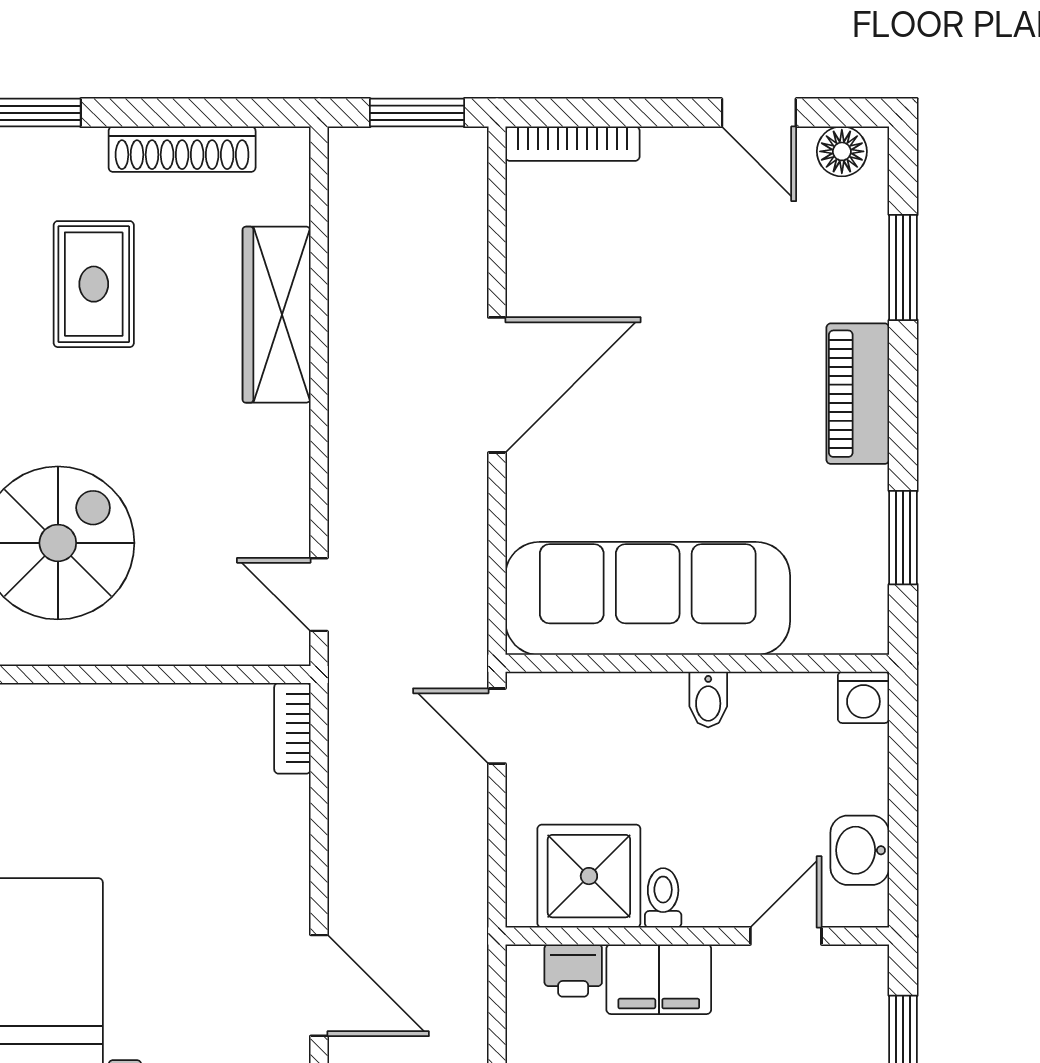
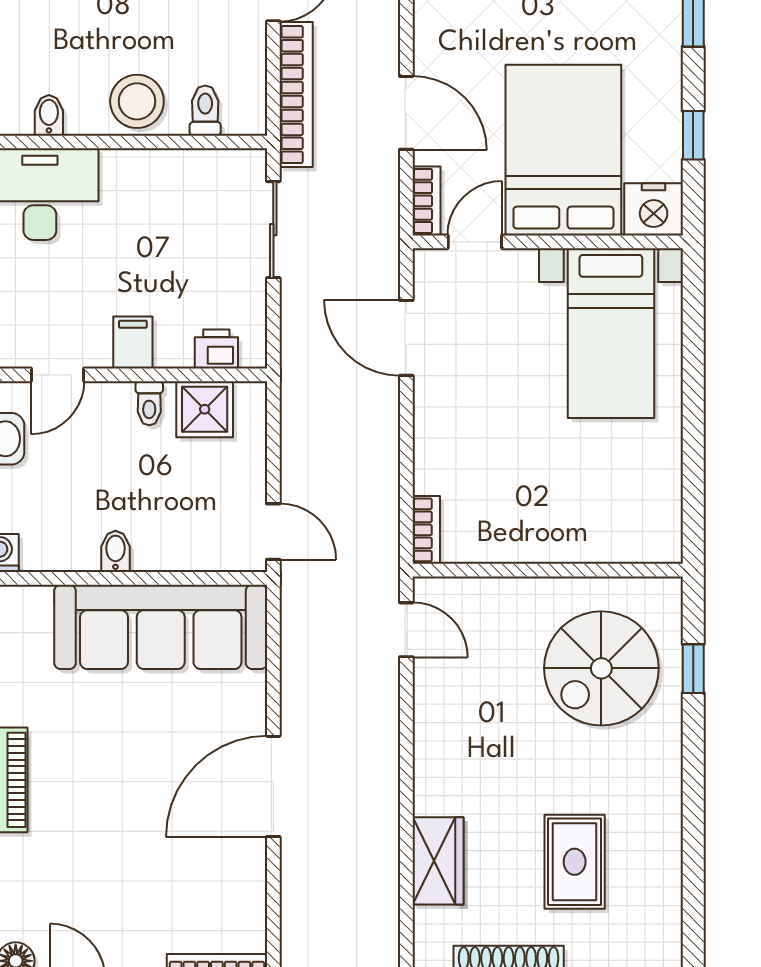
wardrobe: (277, 315) -> (438, 861), width x0.67
shower: (589, 876) -> (205, 409), width x0.73, depth x0.73
filing cabinet: (659, 979) -> (133, 342), width x0.50

